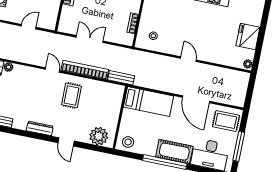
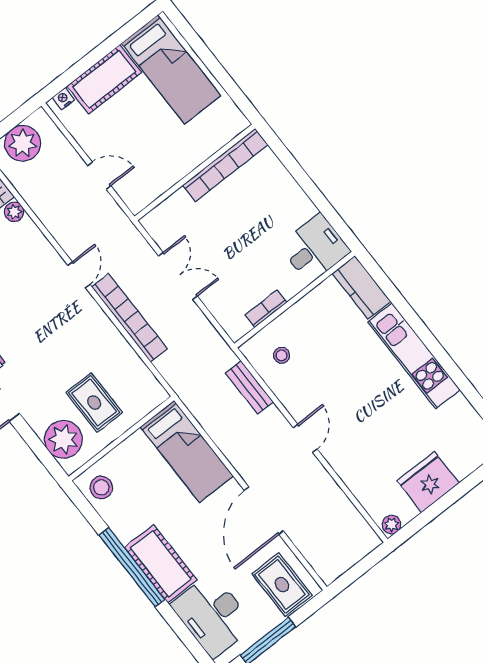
bench: (121, 78) -> (249, 387), moved
rug: (72, 95) -> (94, 403), moved, turned 90

